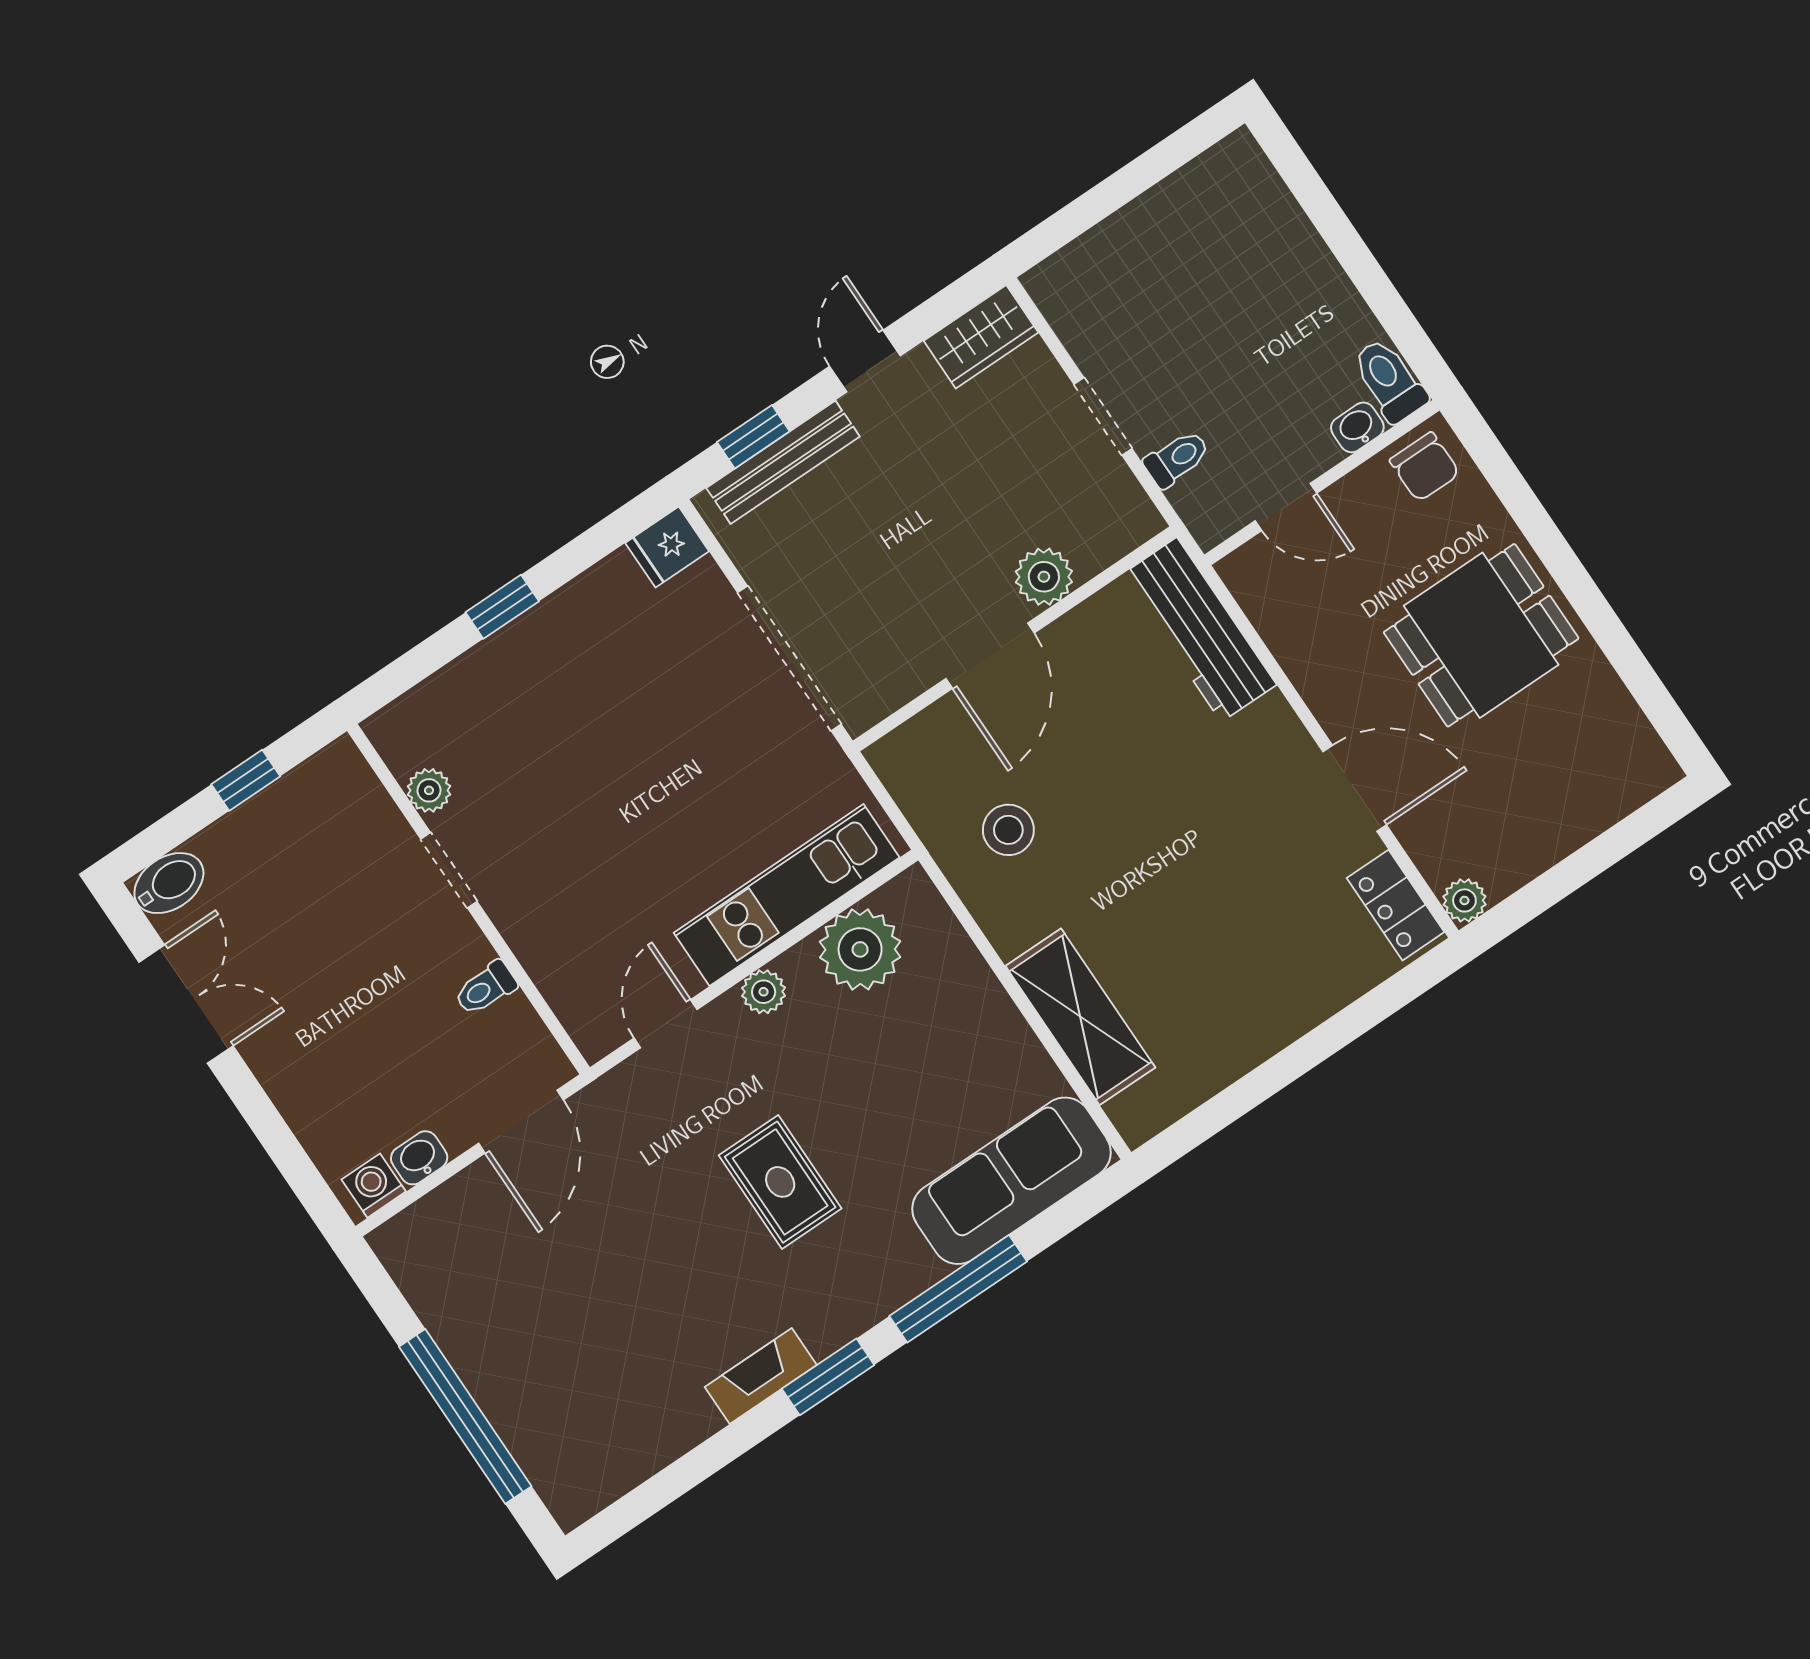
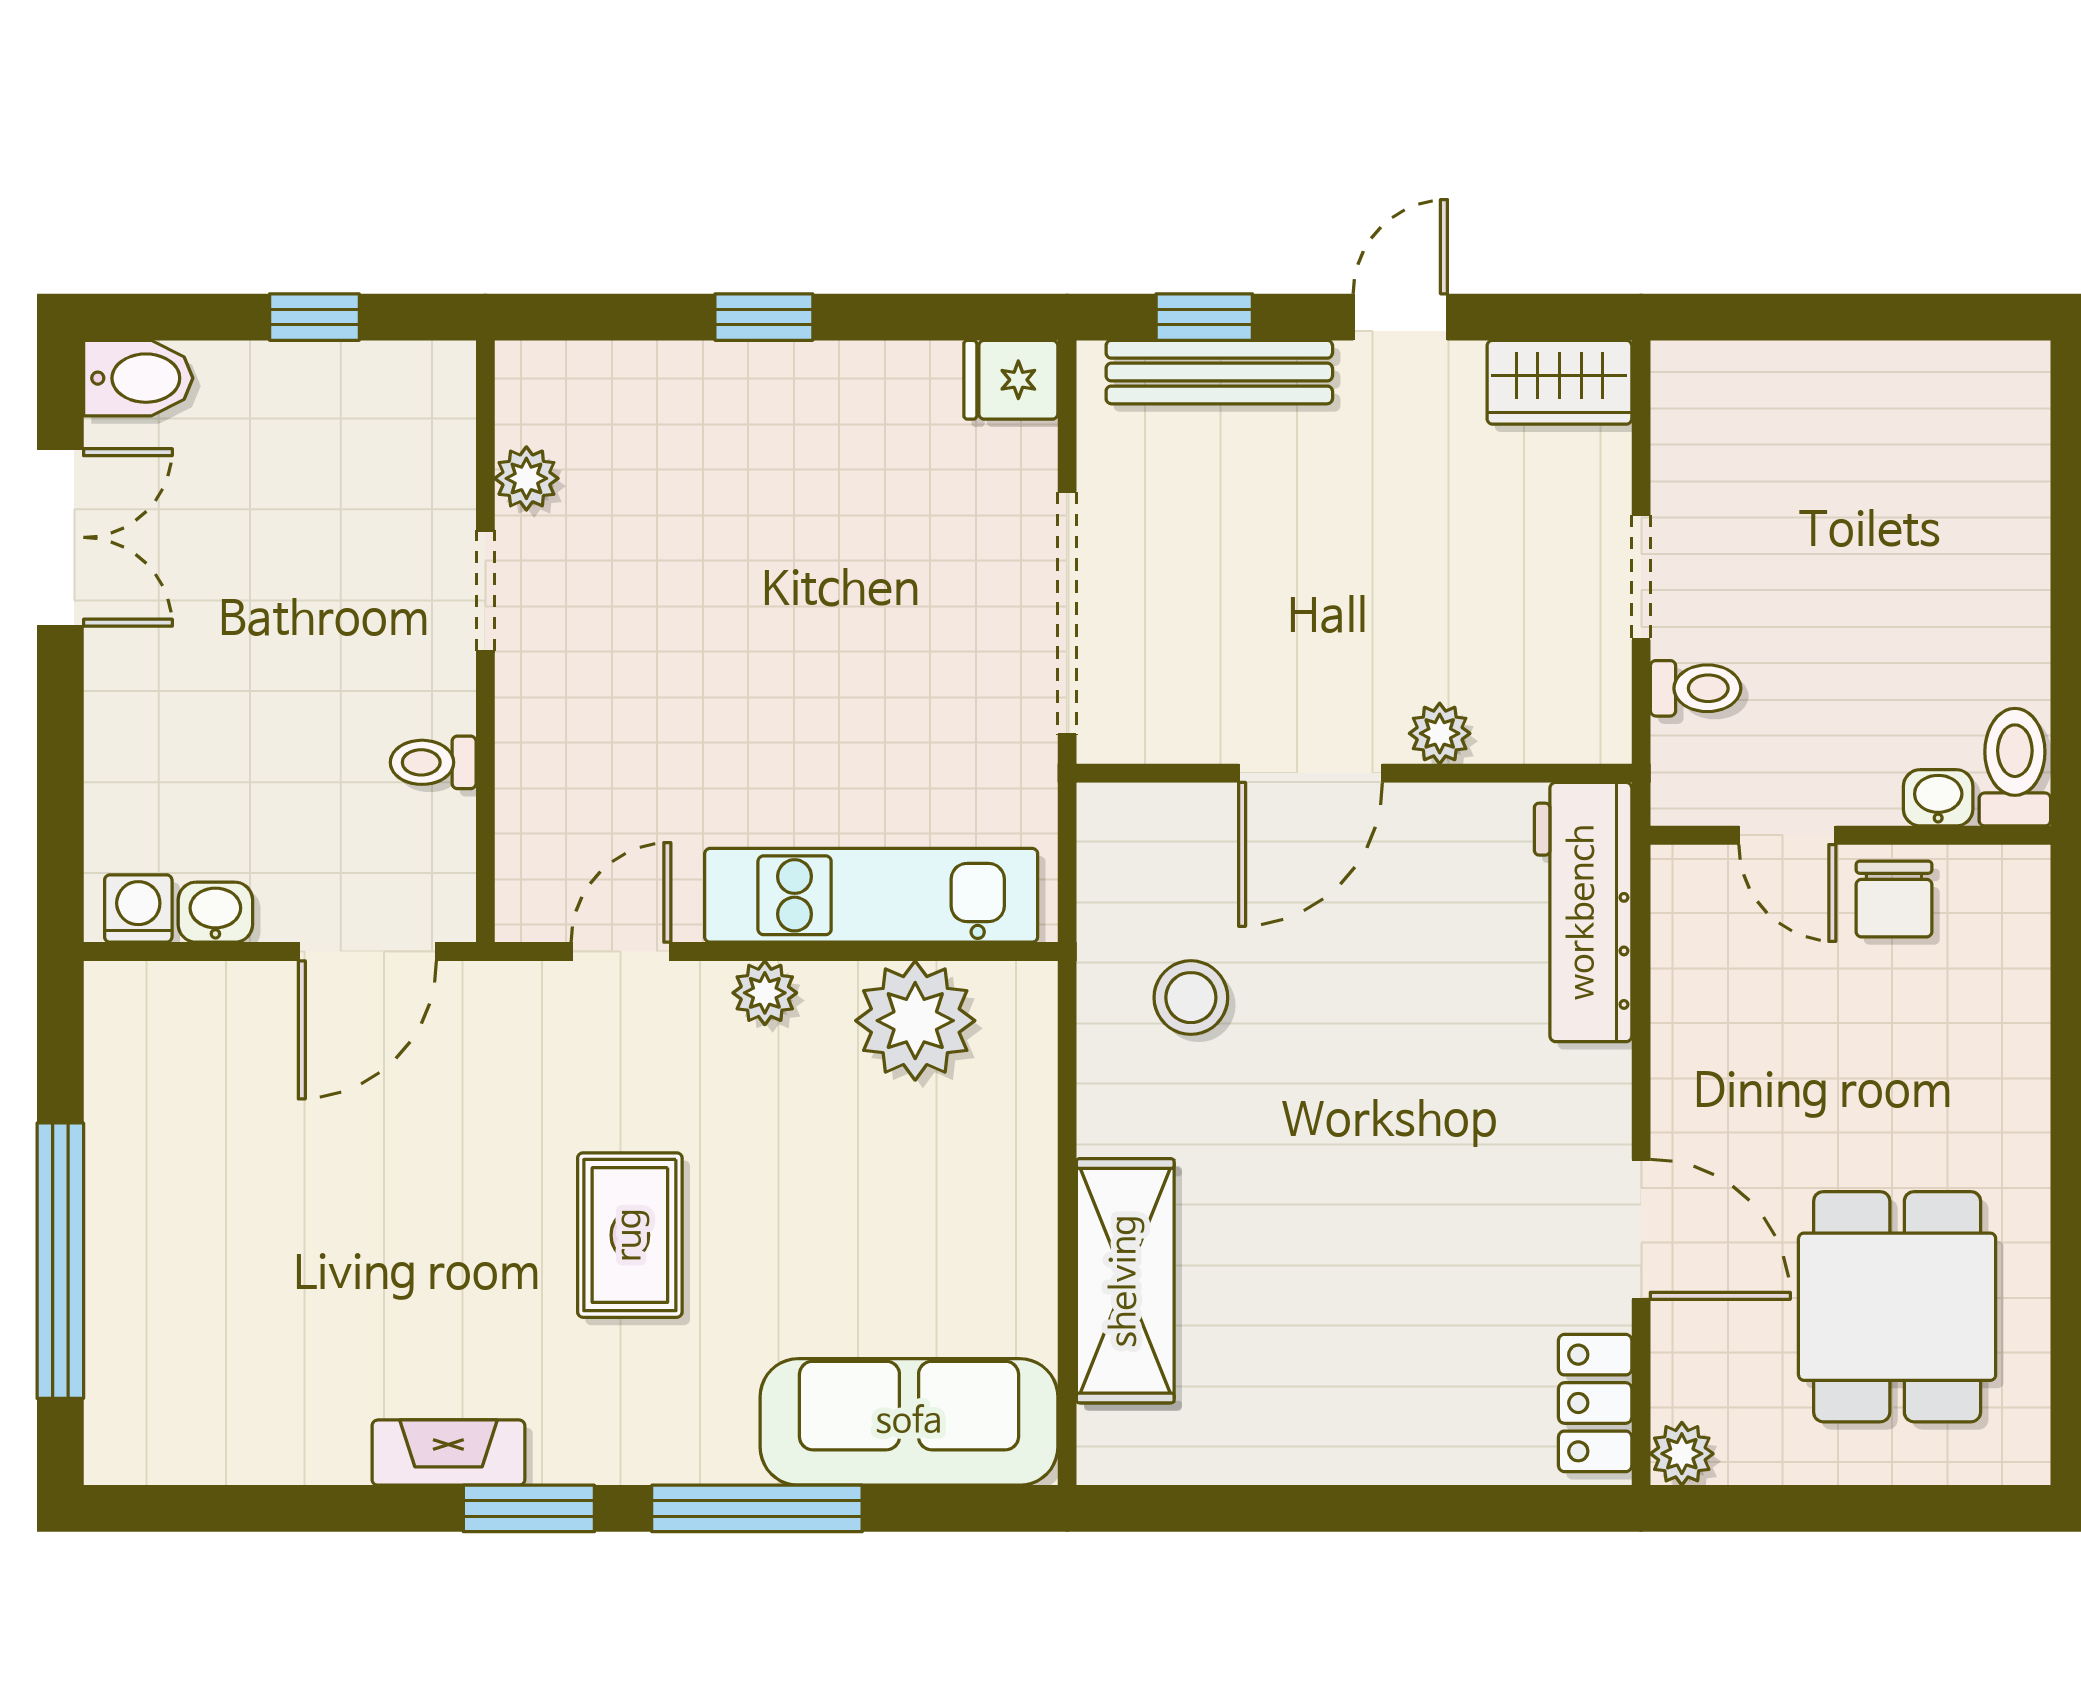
chair: (1425, 467) -> (1894, 899), moved
plant: (1044, 577) -> (1440, 733), width x0.73, depth x0.73
dining table: (1481, 635) -> (1897, 1307), moved, turned 90

